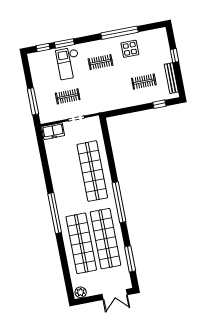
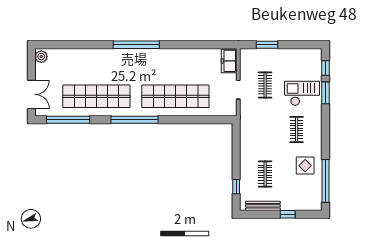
window: (120, 33) -> (325, 181), moved
window: (33, 101) -> (267, 45), width x0.69
shop shelf: (81, 243) -> (96, 68), removed
window: (130, 259) -> (68, 120), width x1.46
double door: (115, 294) -> (31, 94), swing flipped

